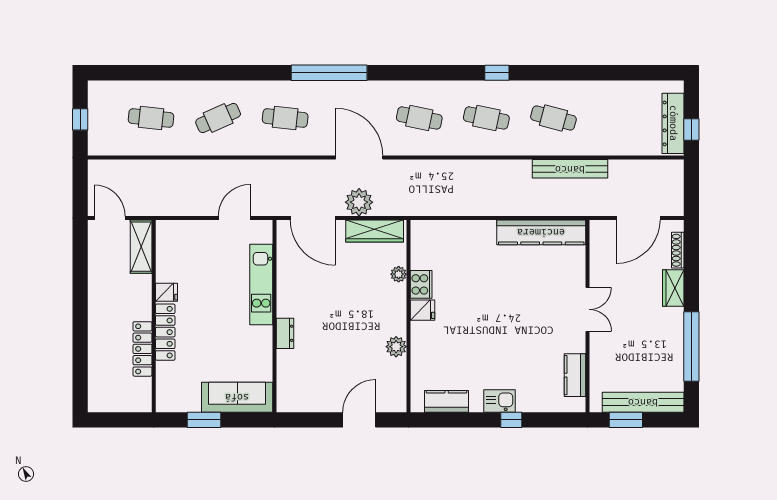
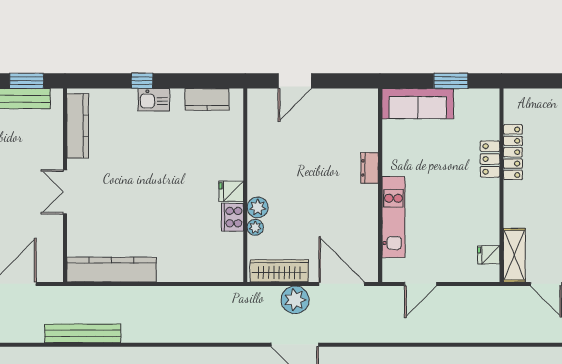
fridge: (166, 292) -> (489, 255), moved
locker: (165, 332) -> (490, 159), width x0.66
plant: (396, 347) -> (258, 207), moved
kitchen counter: (575, 375) -> (78, 126), width x1.50

